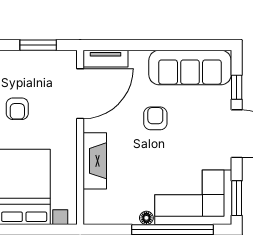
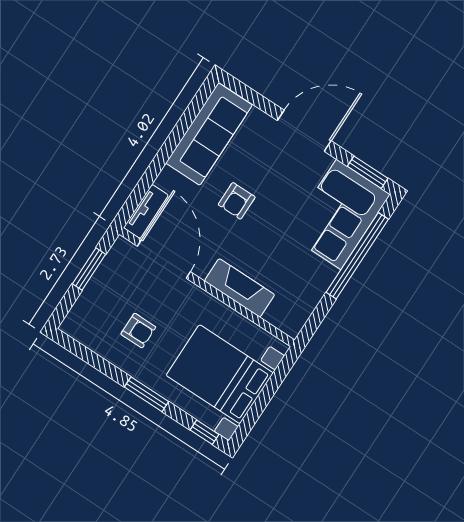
window: (237, 87) -> (258, 101), removed
armchair: (155, 118) -> (237, 201), turned -90
floor lamp: (146, 218) -> (329, 274), removed

